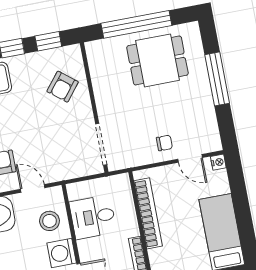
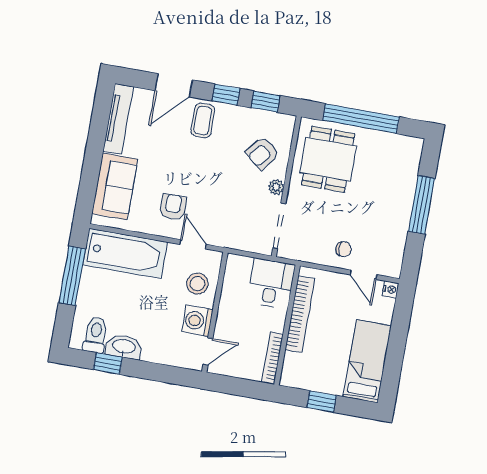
dining table: (157, 60) -> (328, 159), moved, turned 90
plant: (86, 111) -> (276, 187), added
desk: (93, 217) -> (271, 283), moved, turned 90

